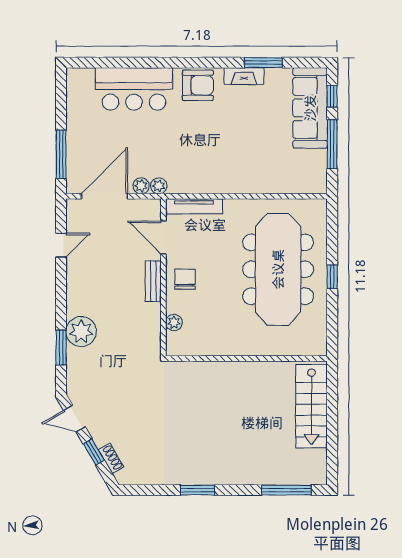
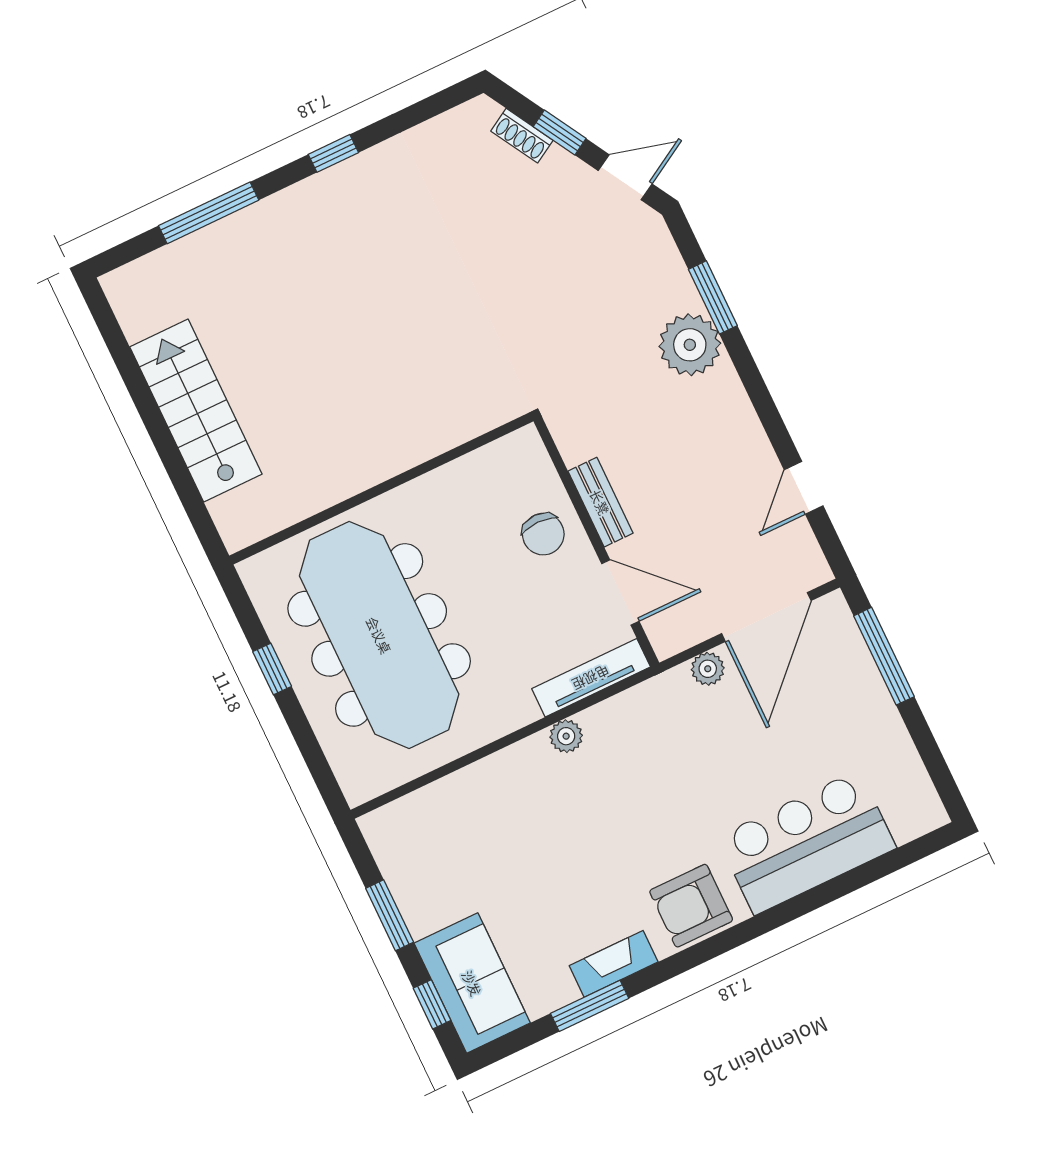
sofa: (310, 108) -> (472, 983), width x0.73
window: (332, 144) -> (390, 915), width x0.69
plant: (159, 186) -> (566, 736), moved
plant: (174, 322) -> (525, 444), removed
wall: (246, 358) -> (381, 489), moved
window: (197, 490) -> (333, 153), width x0.67
window: (287, 490) -> (209, 213), moved

